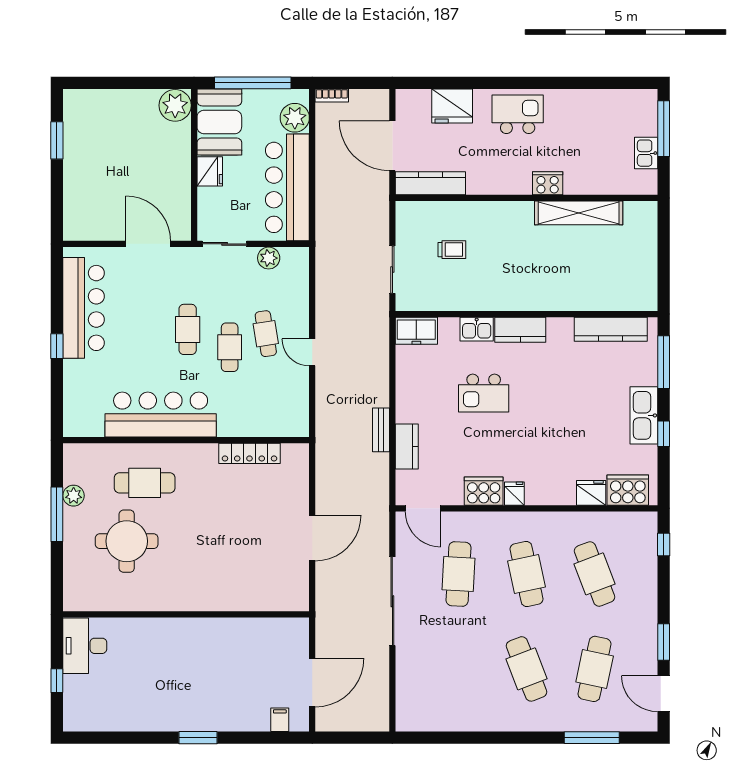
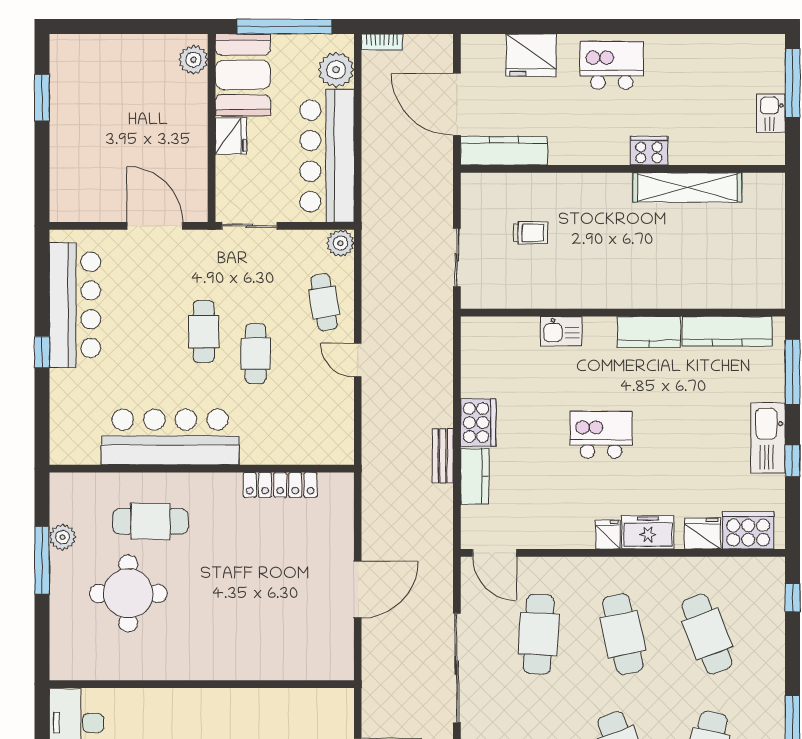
plant: (175, 105) -> (193, 60), width x0.73, depth x0.73
plant: (269, 258) -> (340, 243), moved
kitchen counter: (520, 330) -> (649, 332), moved
freezer: (416, 331) -> (648, 532), moved, turned 180
cafe table: (266, 334) -> (324, 302), moved
kitchen island: (484, 393) -> (601, 435), moved, turned 180
cooker: (484, 491) -> (478, 423), moved, turned 90

